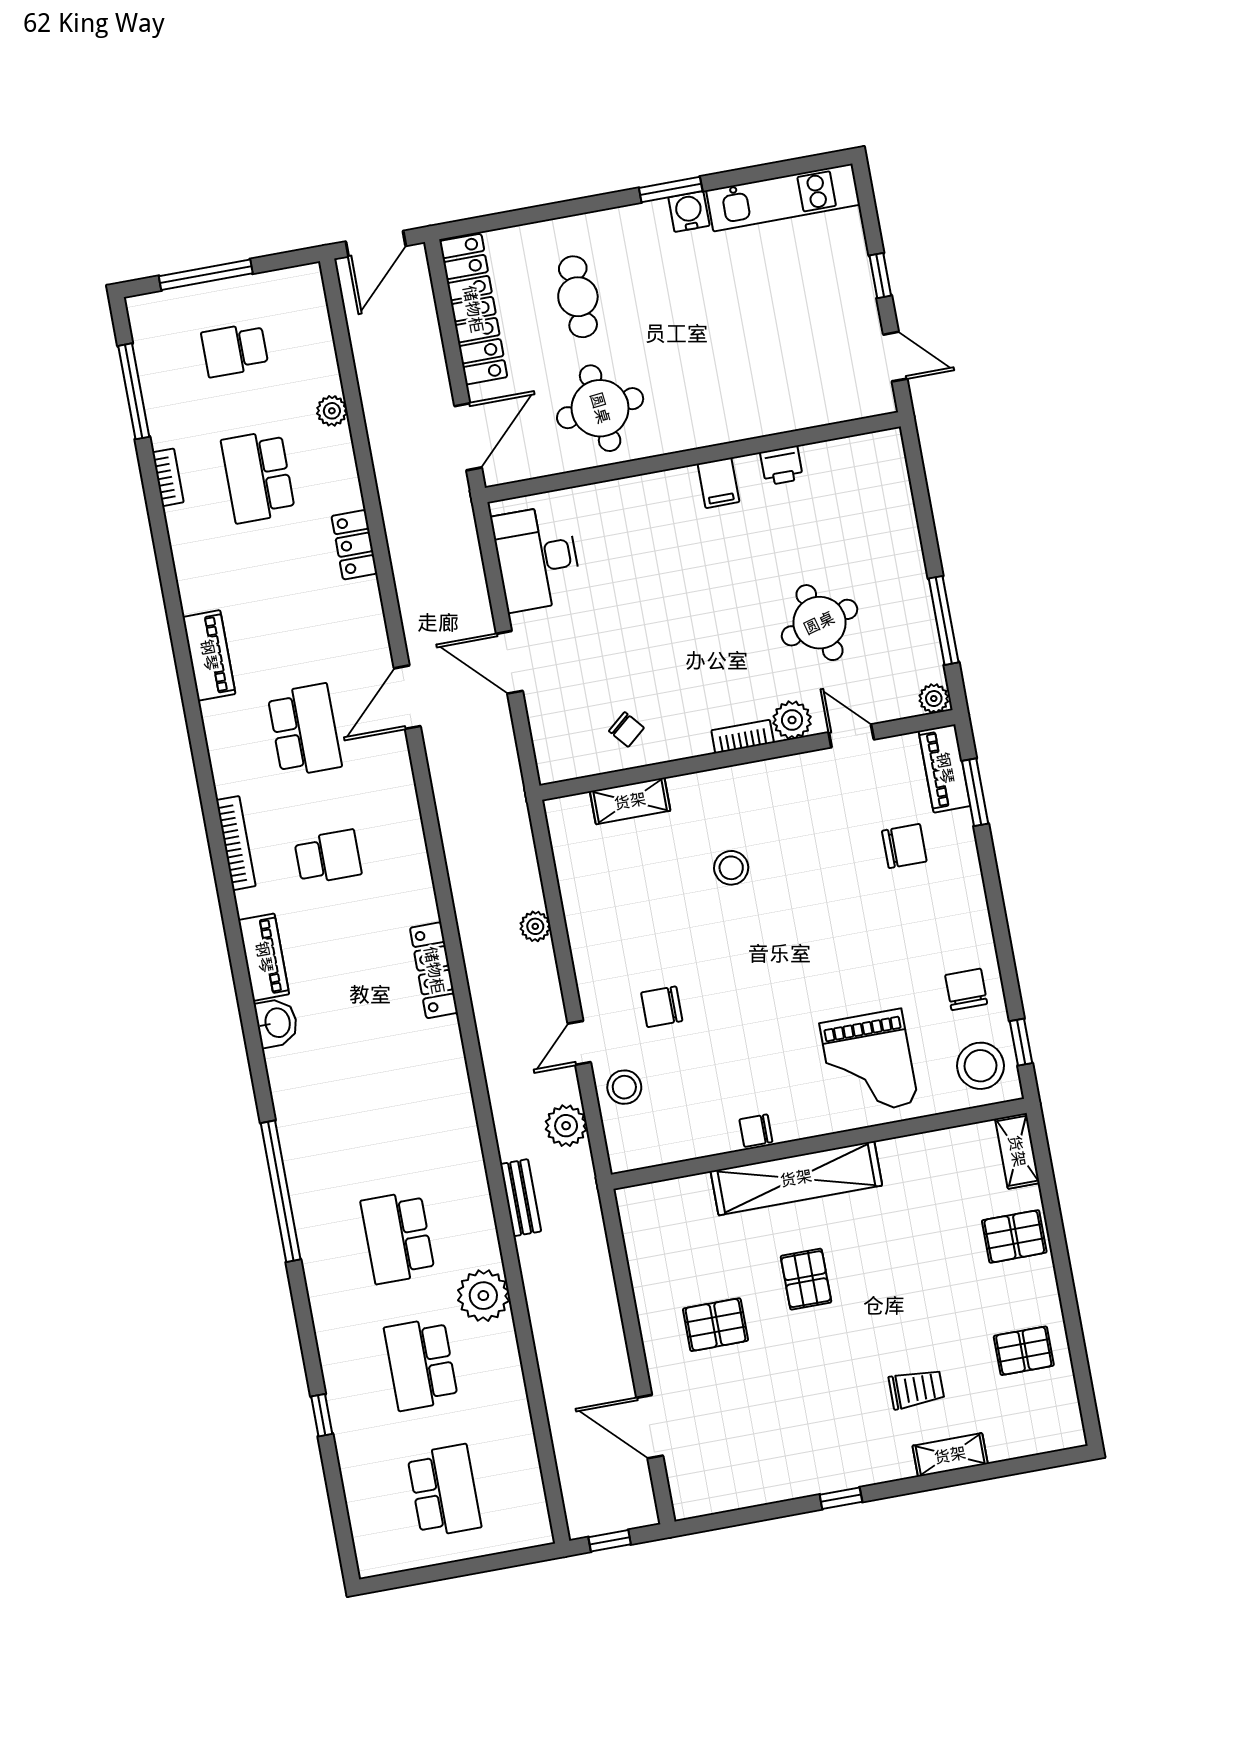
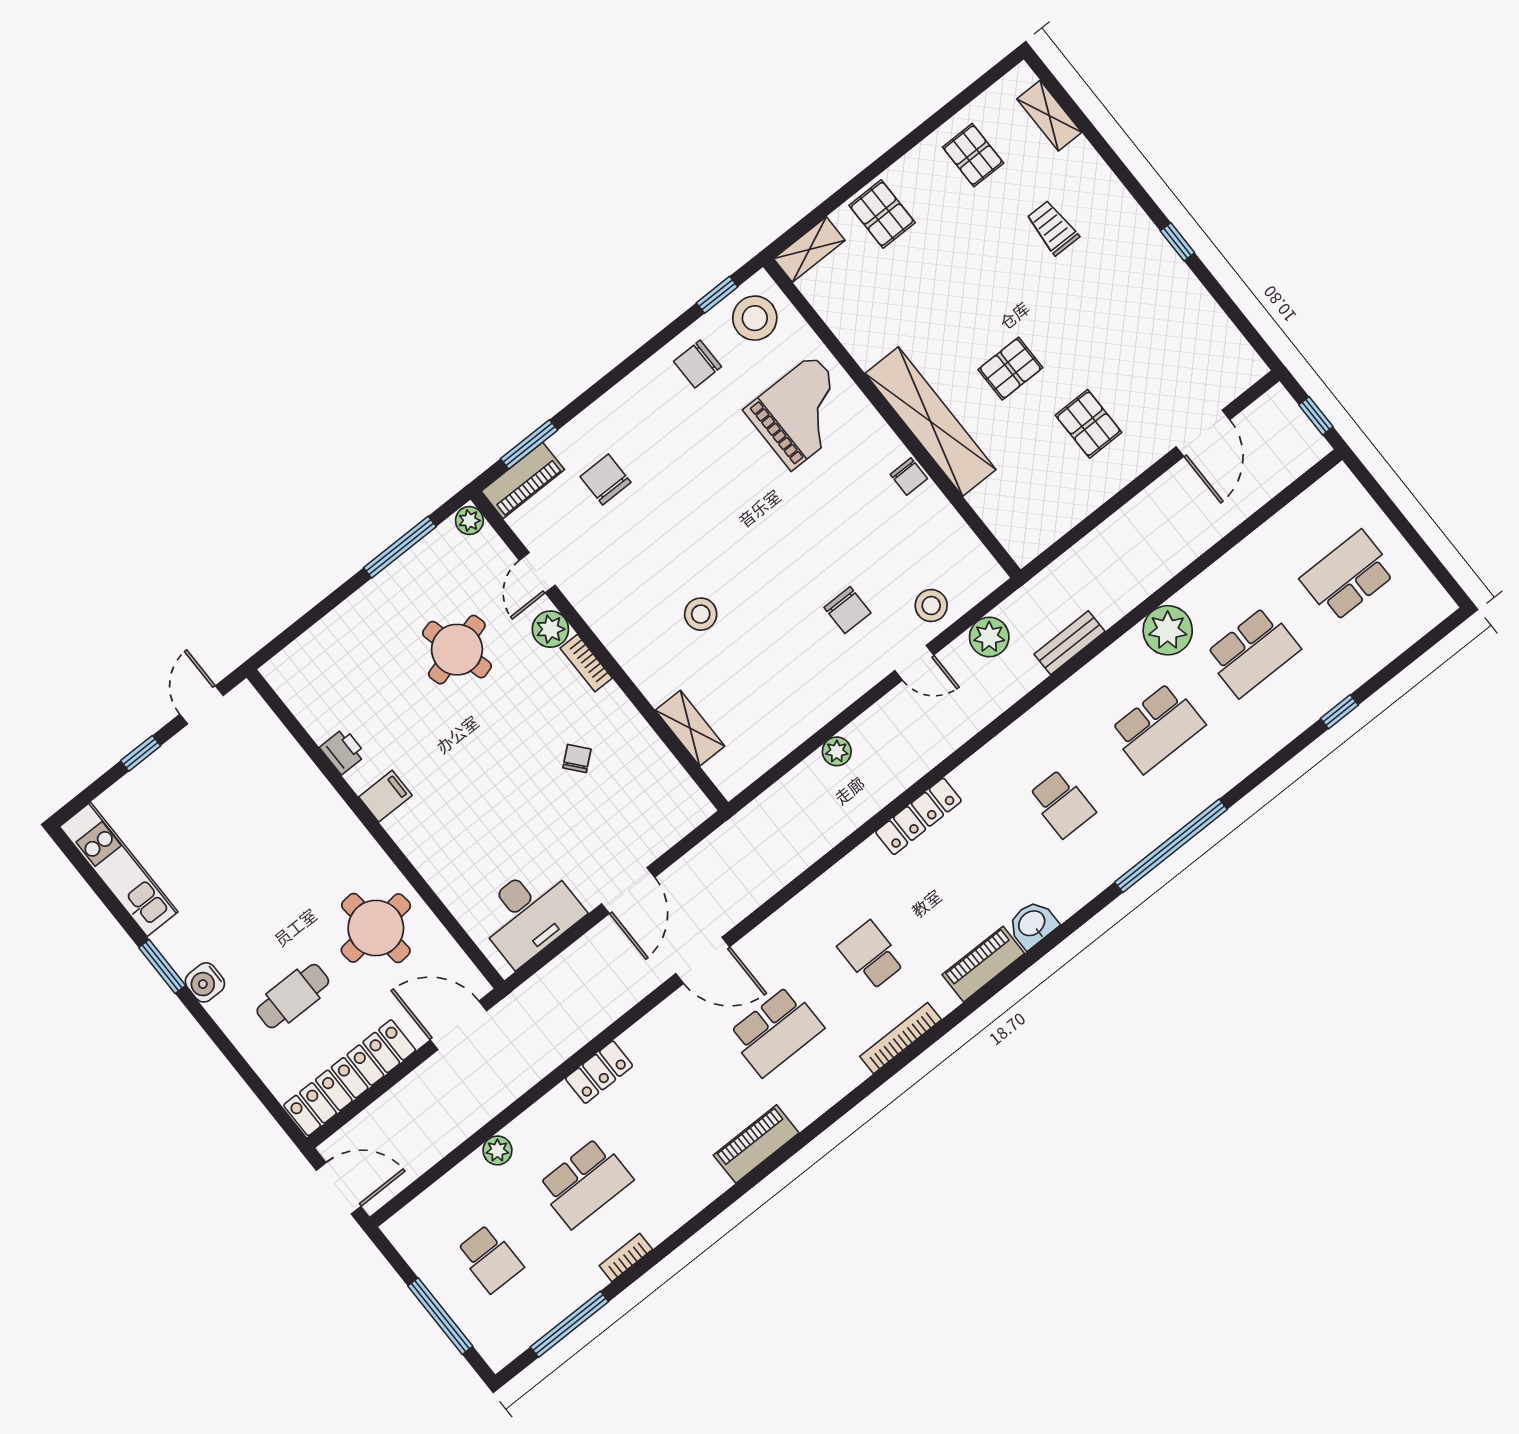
water cooler: (689, 212) -> (205, 982), moved
chair: (626, 729) -> (577, 758), moved
school desk: (305, 730) -> (776, 1031), turned 180
school desk: (374, 1111) -> (1062, 803), added
shelving: (950, 1455) -> (1049, 116), moved

